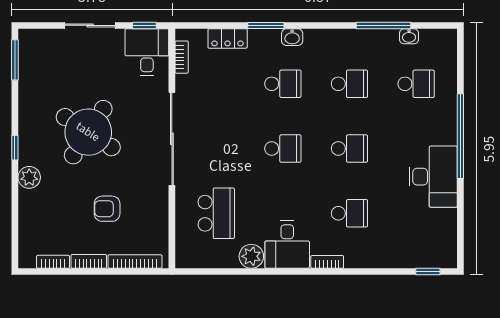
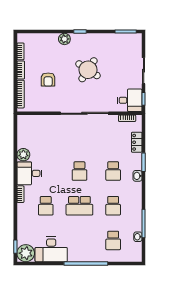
round table: (88, 132) -> (88, 70), width x0.73, depth x0.73
school desk: (349, 149) -> (79, 206), width x1.85
desk: (433, 177) -> (51, 249), moved
armchair: (107, 209) -> (48, 80), turned 180
school desk: (216, 213) -> (46, 136), removed
plant: (441, 252) -> (26, 253), added

